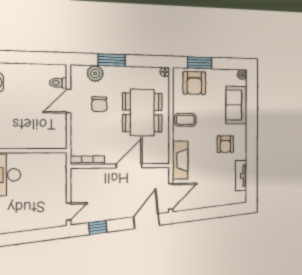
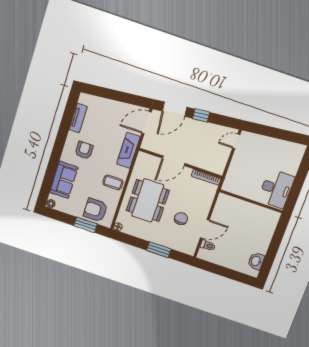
plant: (95, 73) -> (176, 244), removed
armchair: (194, 83) -> (95, 210), turned -90
window: (98, 228) -> (201, 115), moved

